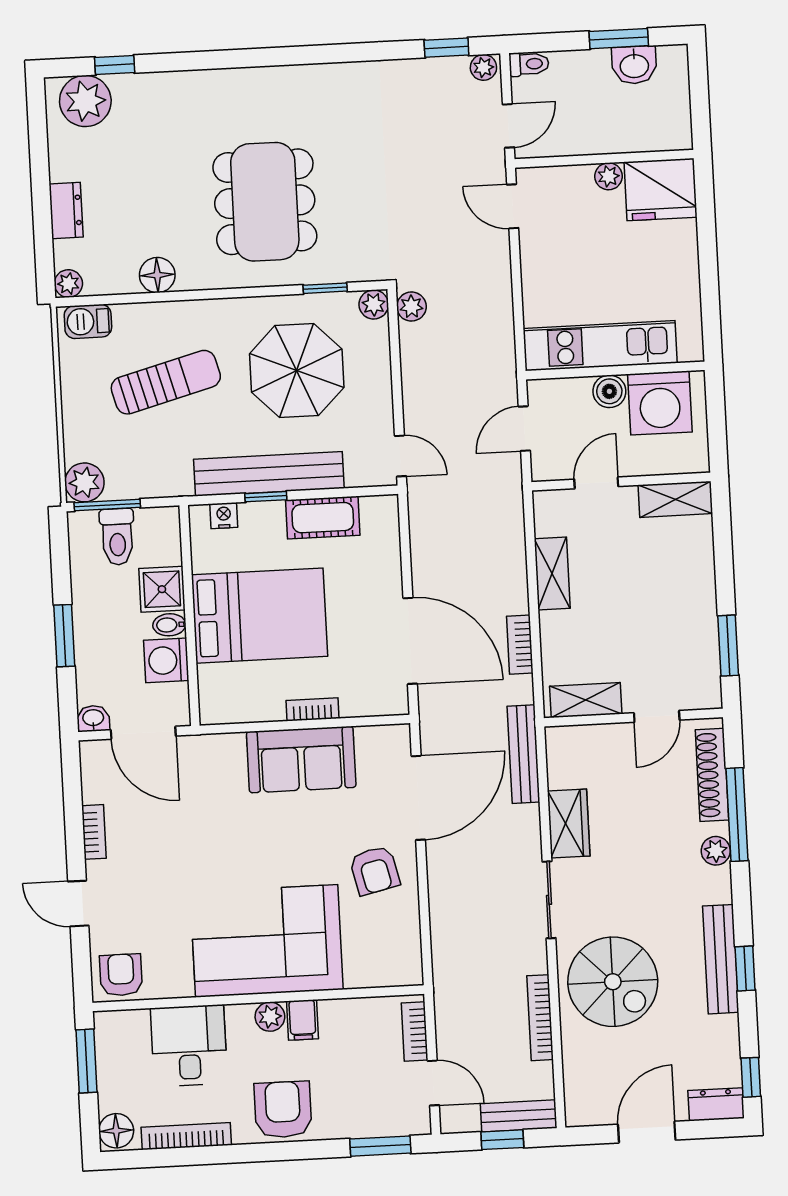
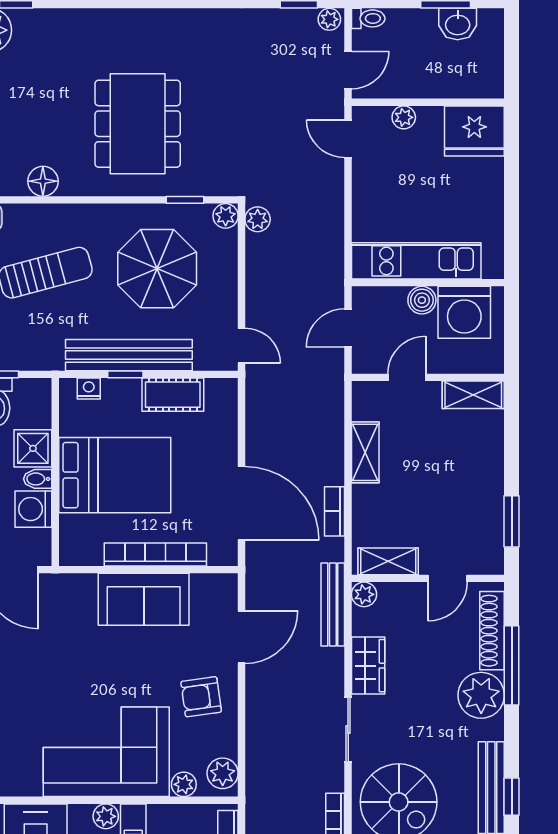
plant: (609, 176) -> (404, 117), moved
bookcase: (312, 709) -> (155, 554), width x2.31, depth x1.31
plant: (559, 740) -> (364, 594), added
door: (418, 798) -> (242, 637), width x0.73
plant: (716, 851) -> (481, 695), width x1.87, depth x1.87
armchair: (375, 870) -> (201, 697), turned 95
plant: (404, 959) -> (223, 773), added
plant: (360, 974) -> (184, 784), added

